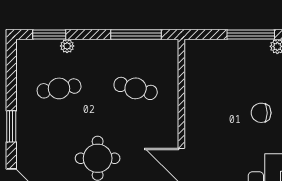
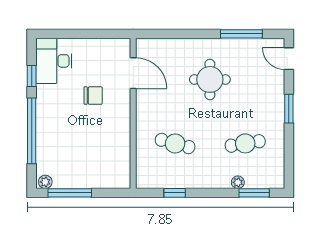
window: (136, 34) -> (175, 193), width x0.46
chair: (261, 113) -> (93, 96), moved

